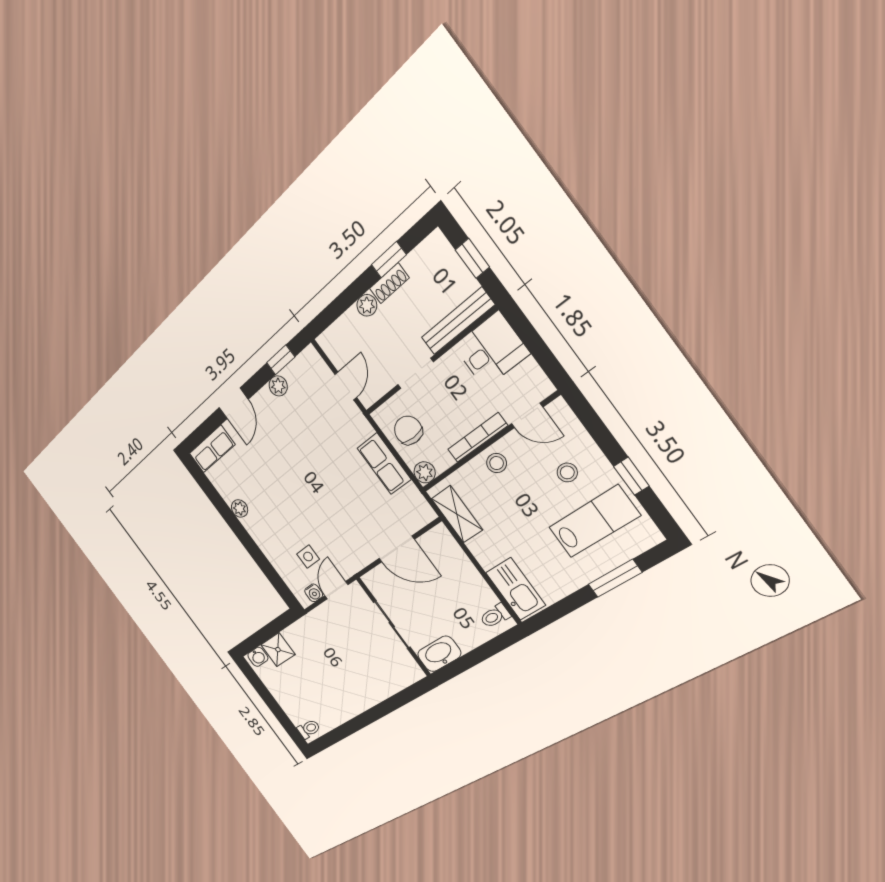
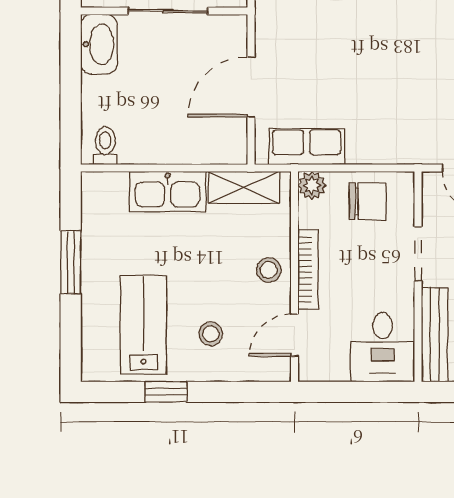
row of seats: (384, 464) -> (307, 147), moved
lab bench: (594, 522) -> (143, 325), turned 180
window: (615, 578) -> (71, 262), moved
kitchen sink: (515, 589) -> (168, 192), moved

